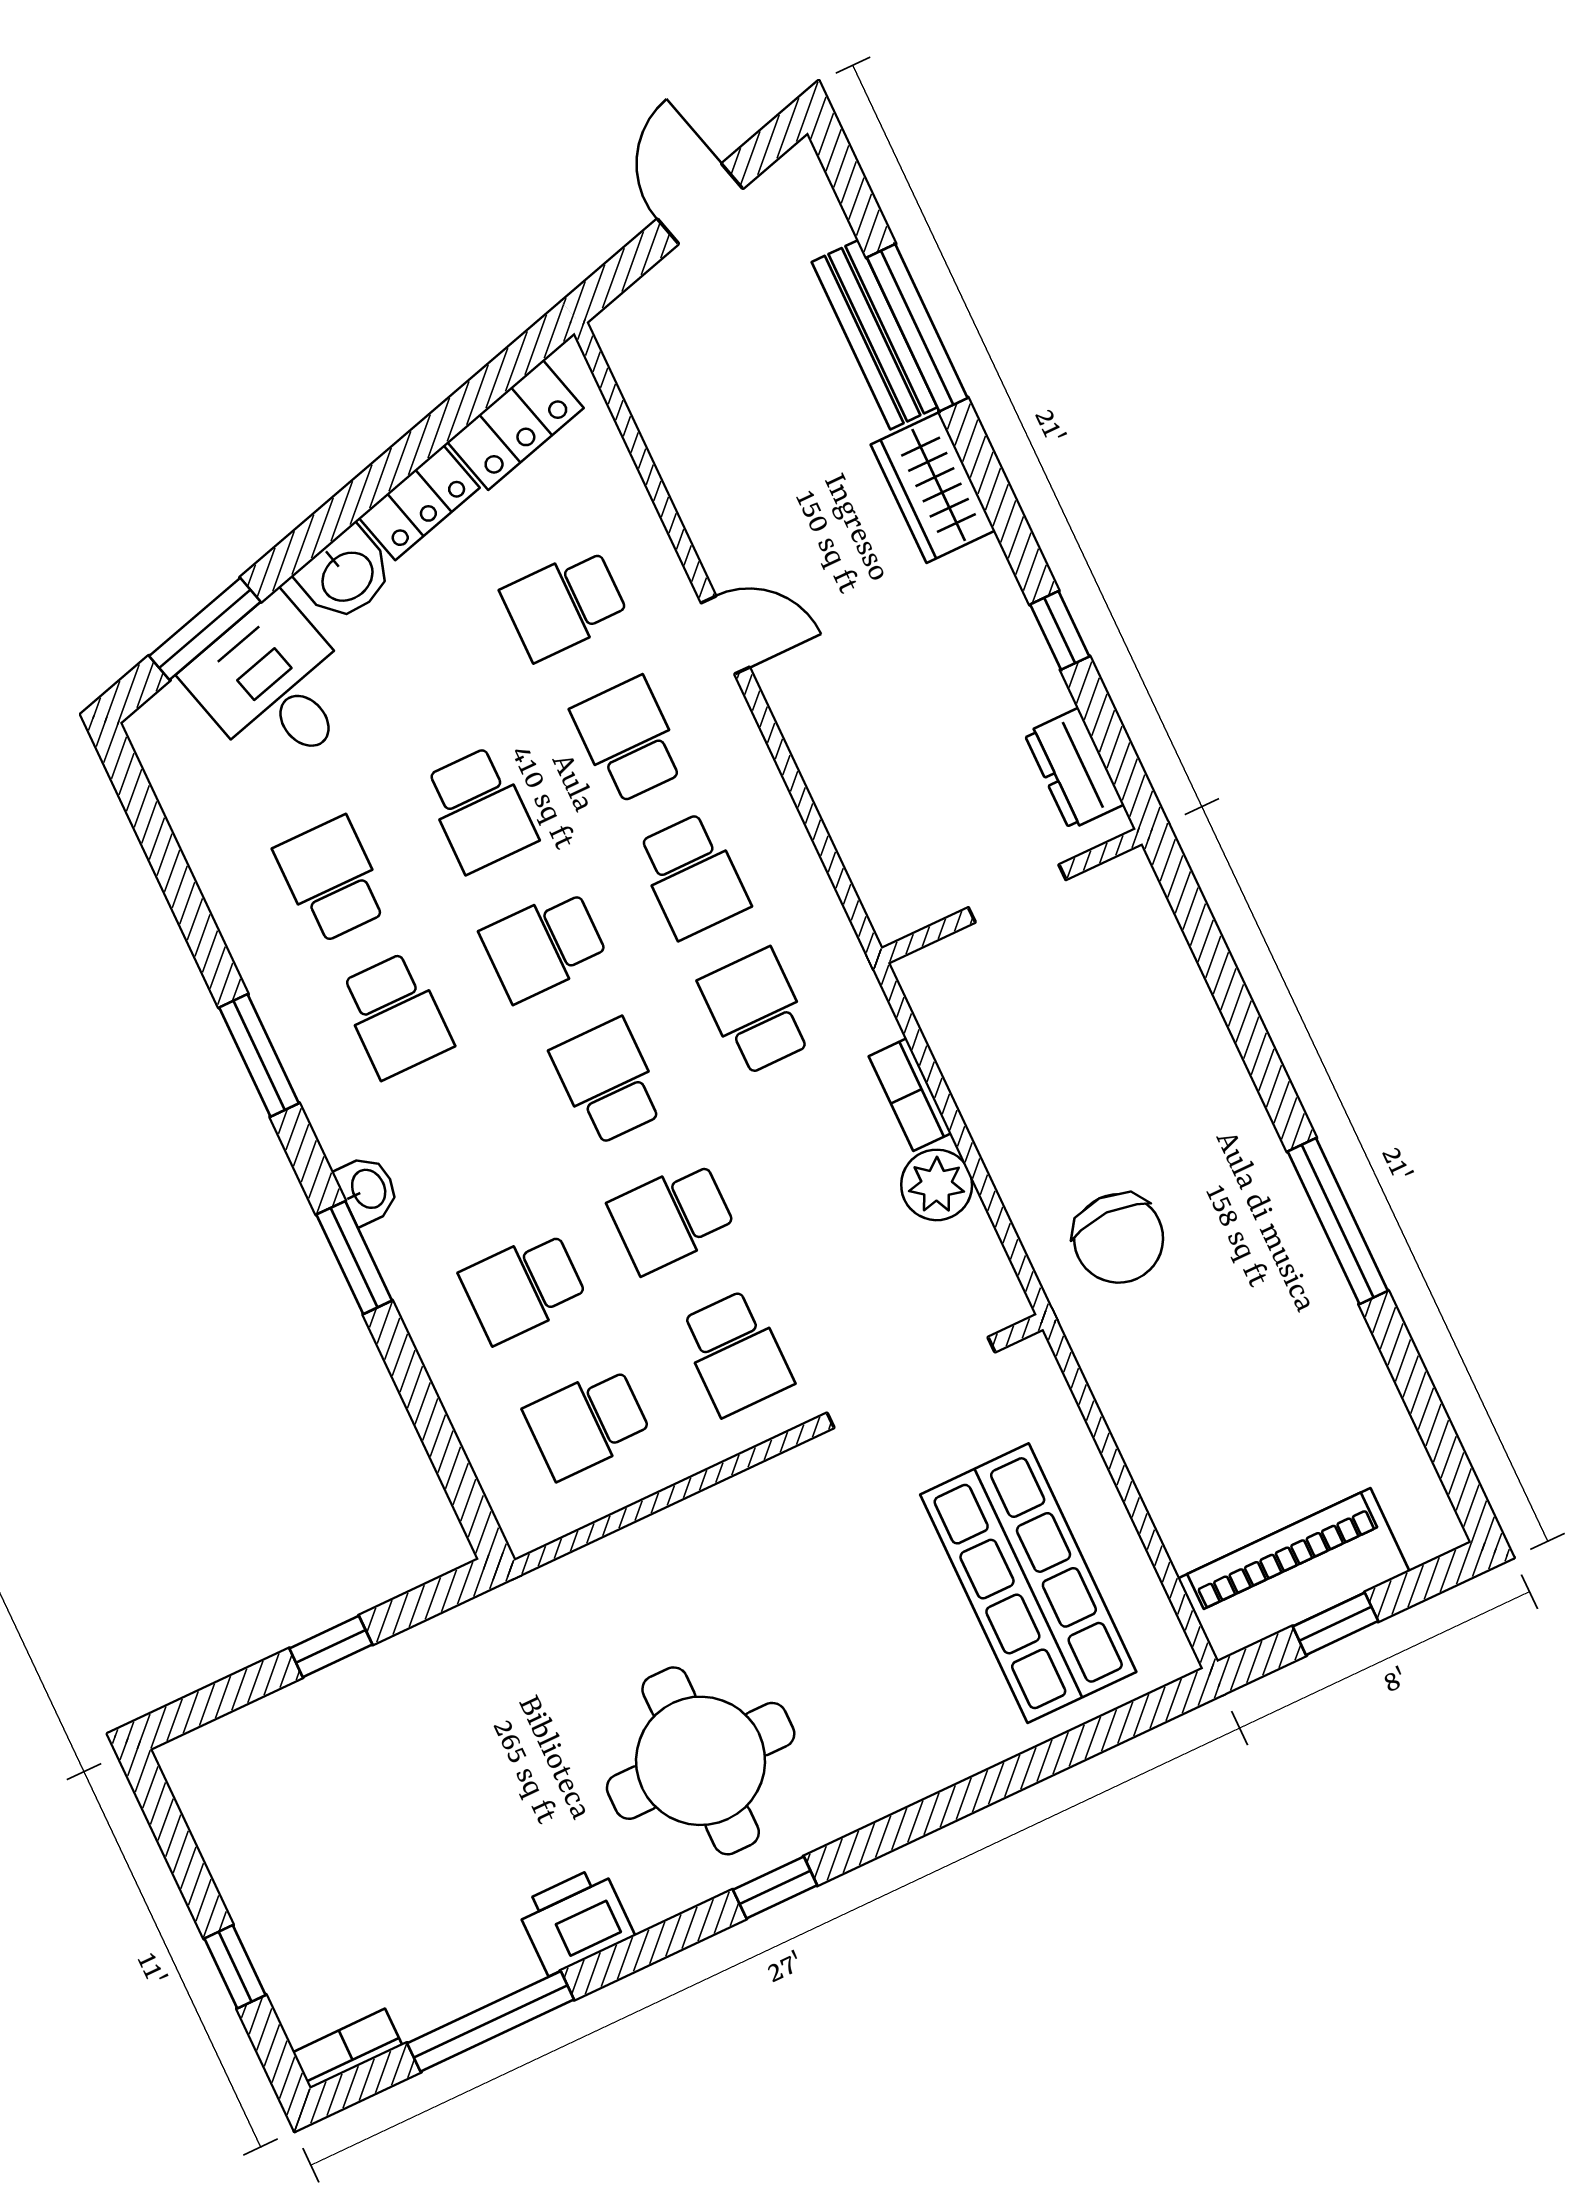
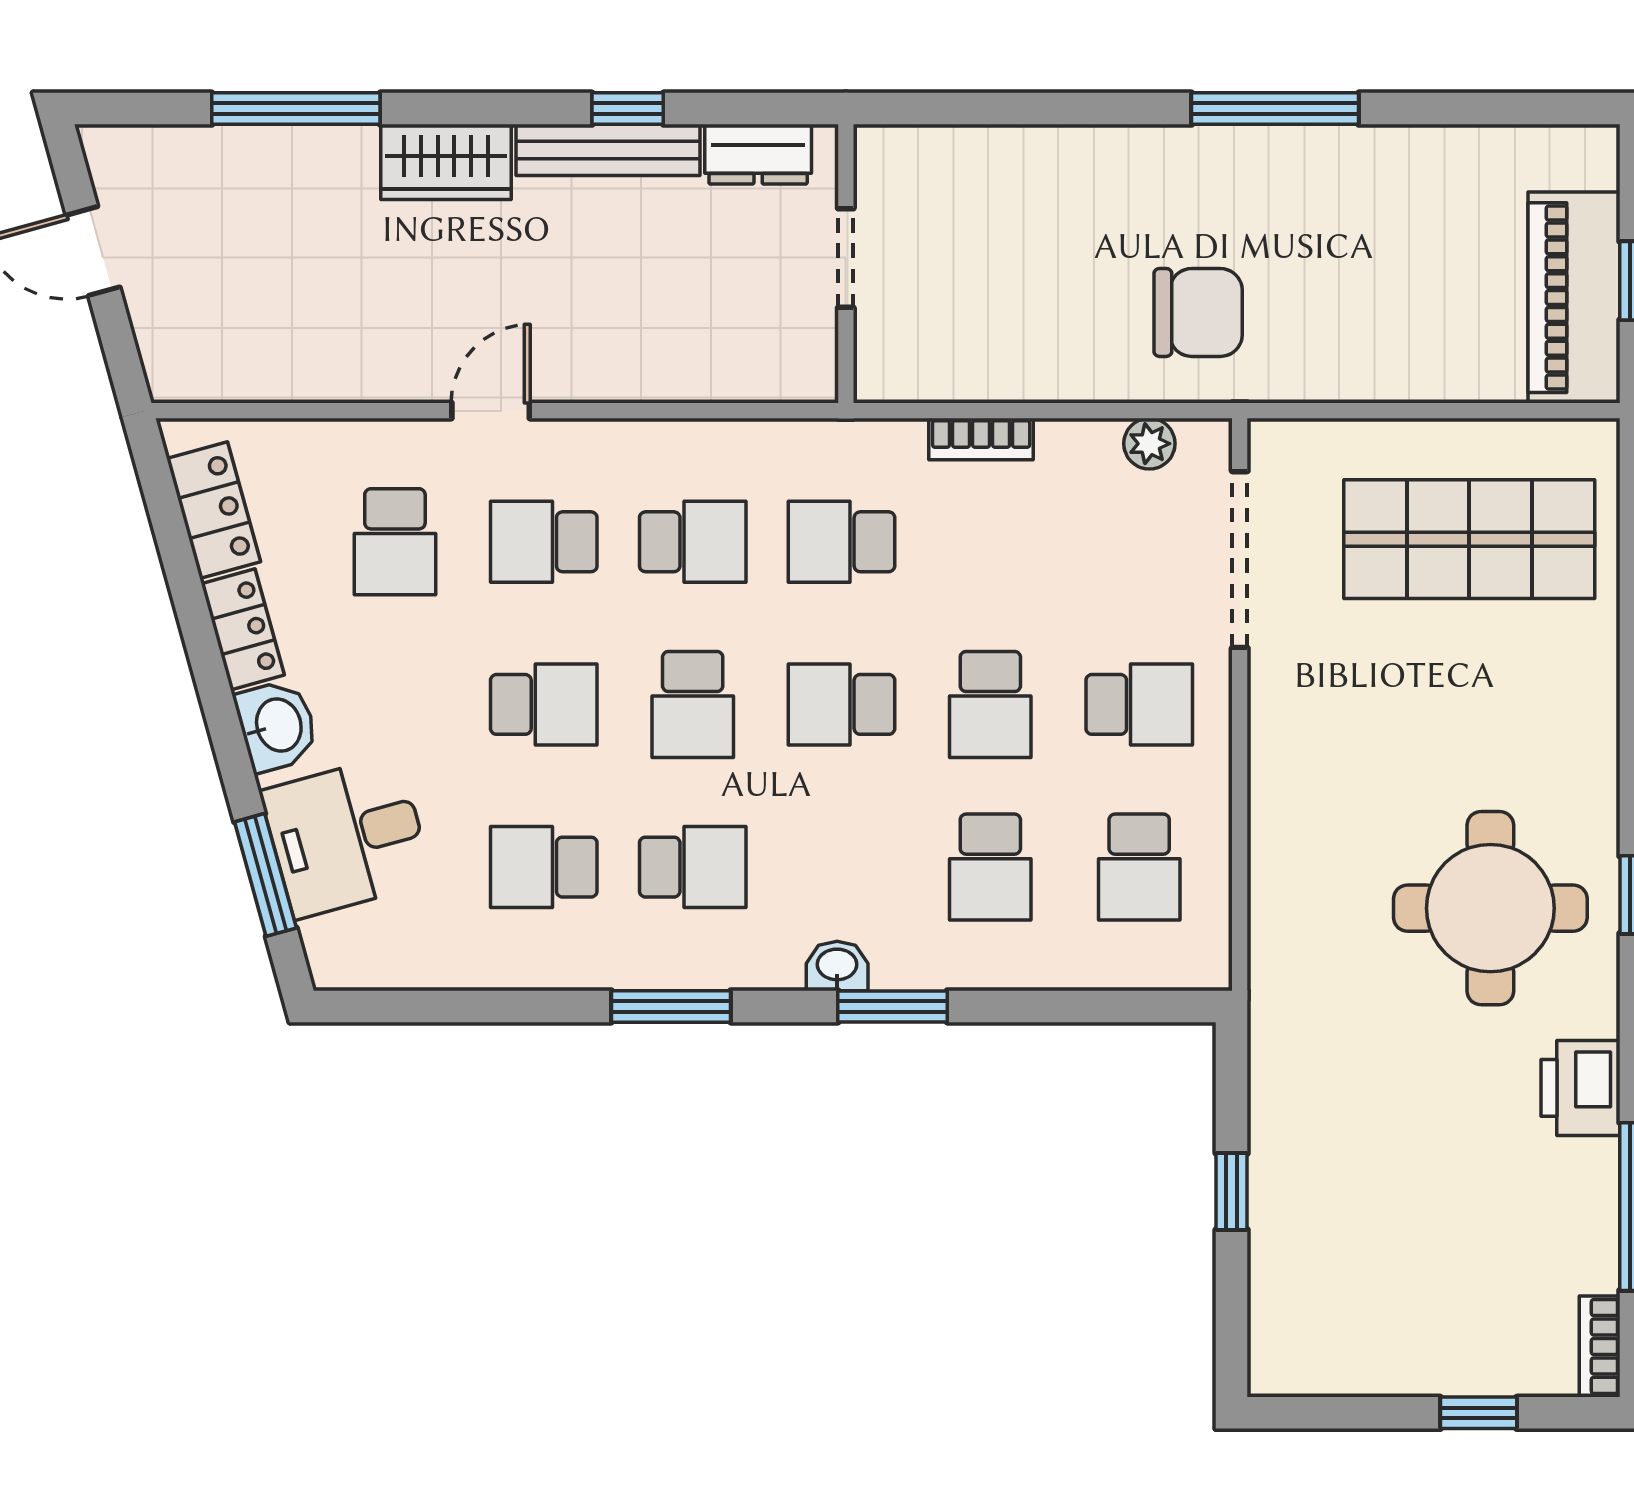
bench: (874, 335) -> (608, 150), moved
plant: (937, 1185) -> (1149, 444), moved, width x0.73, depth x0.73

